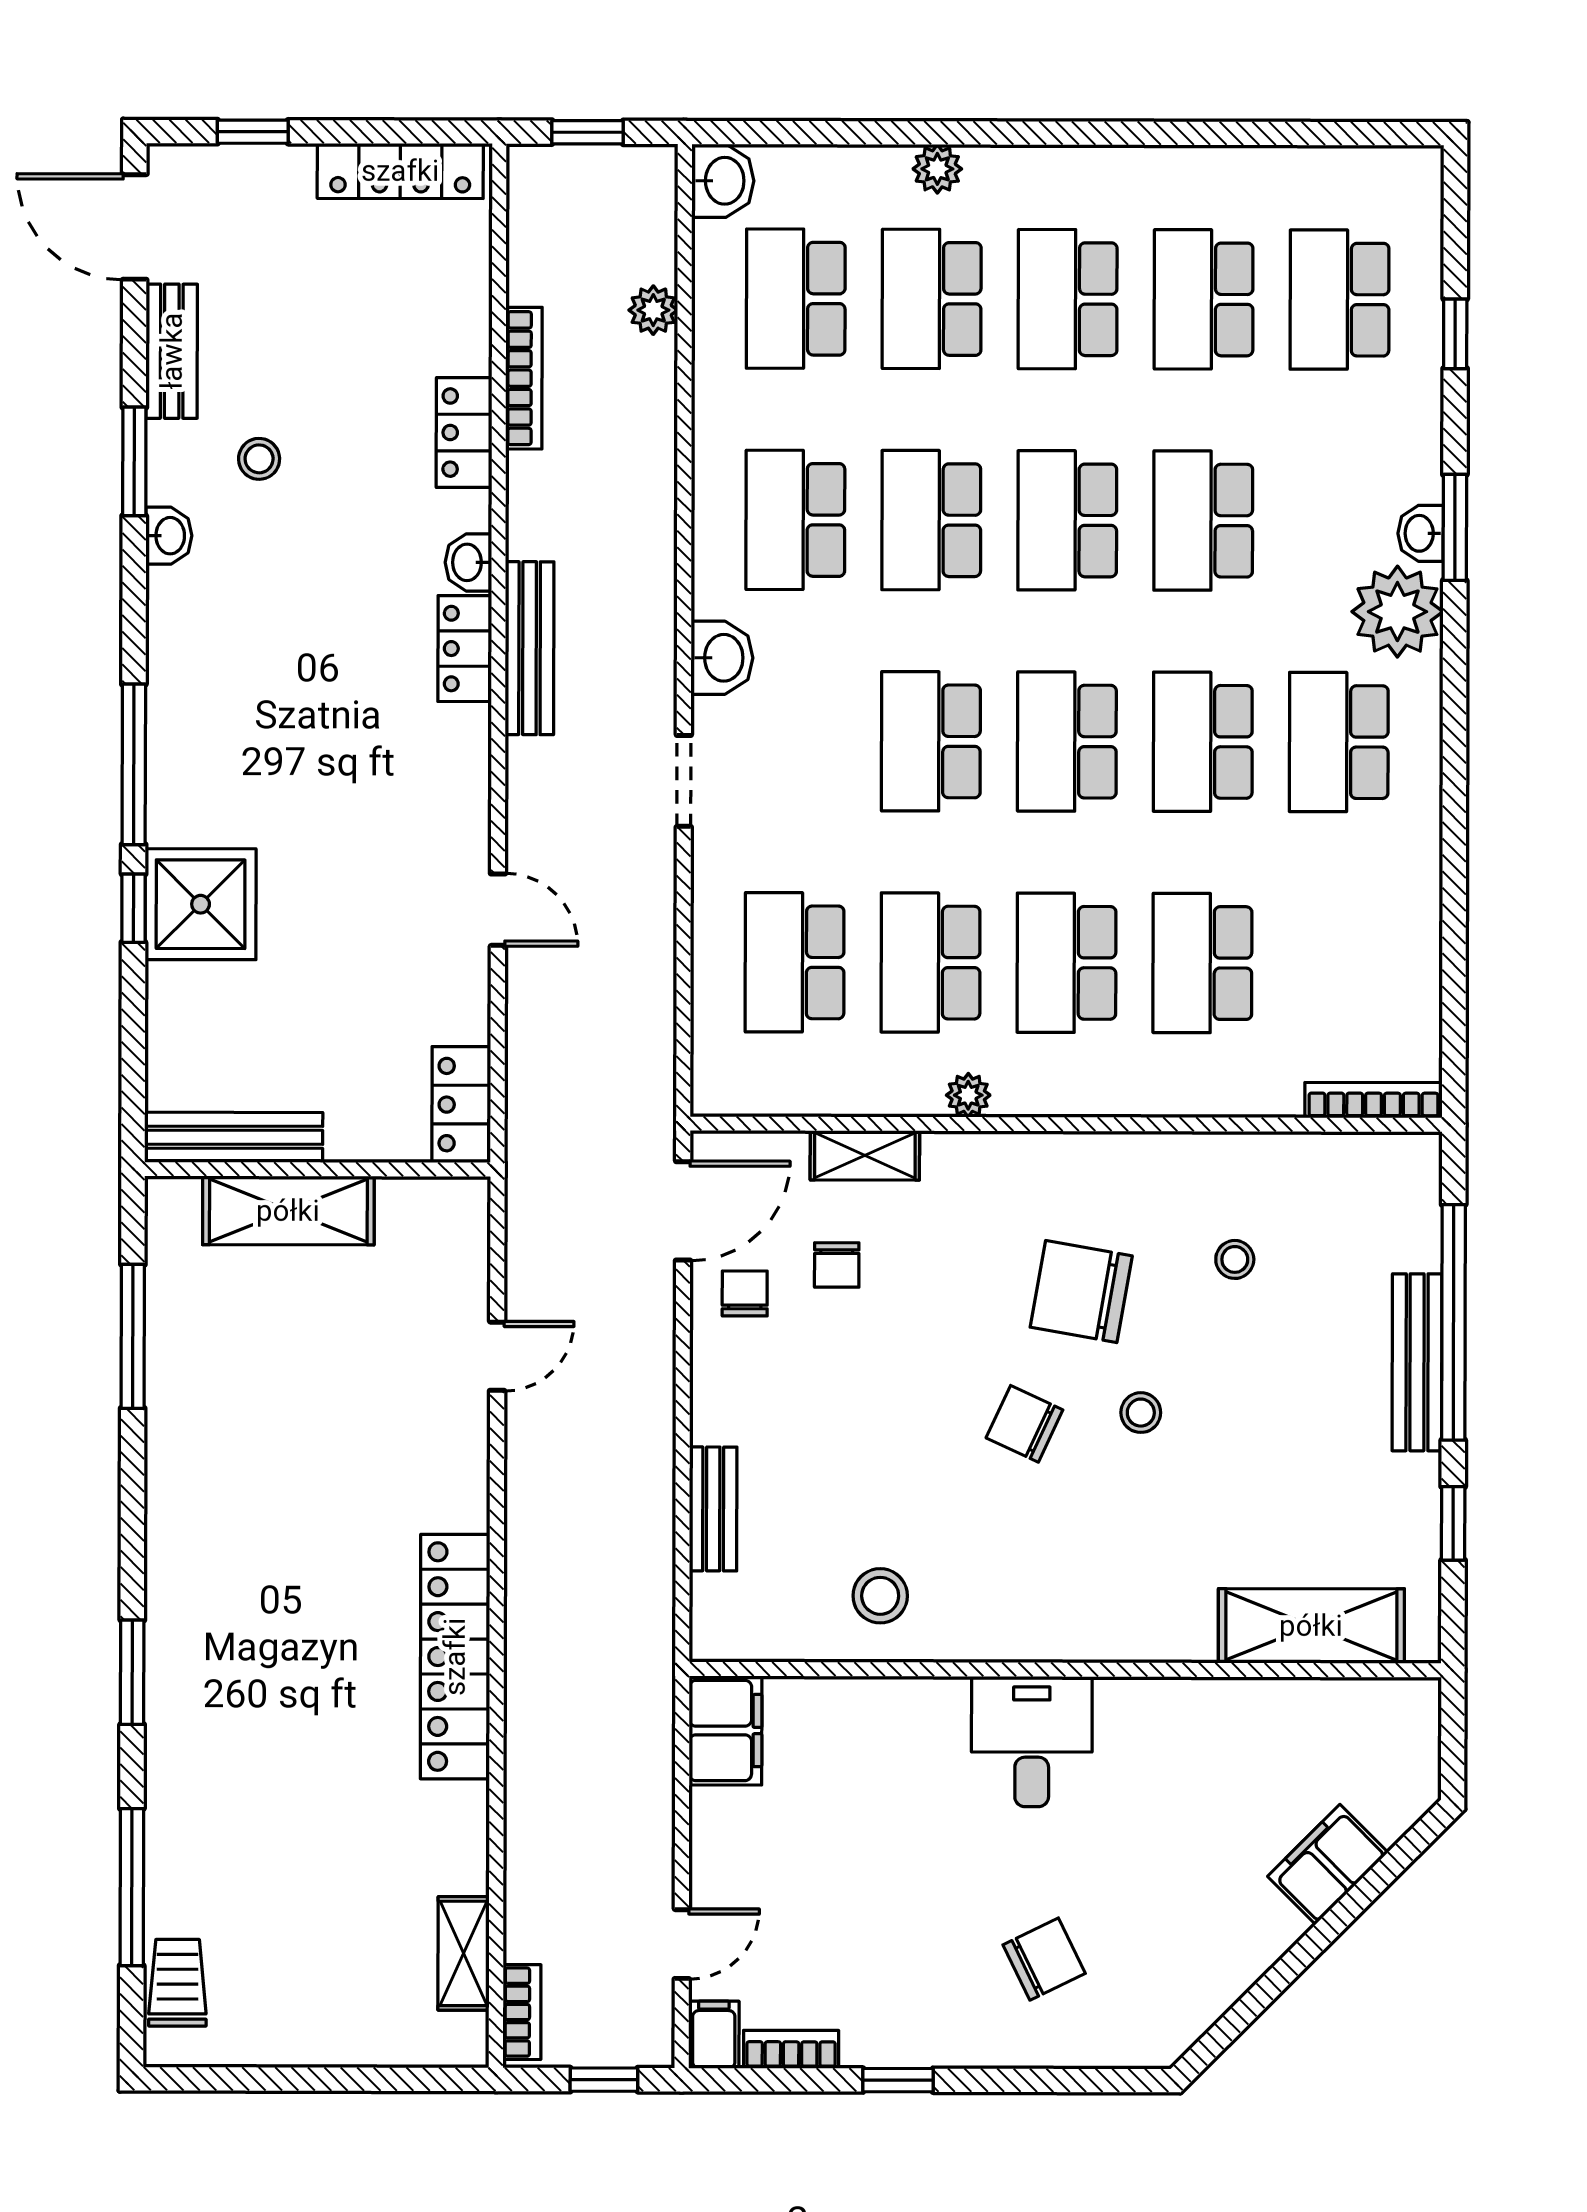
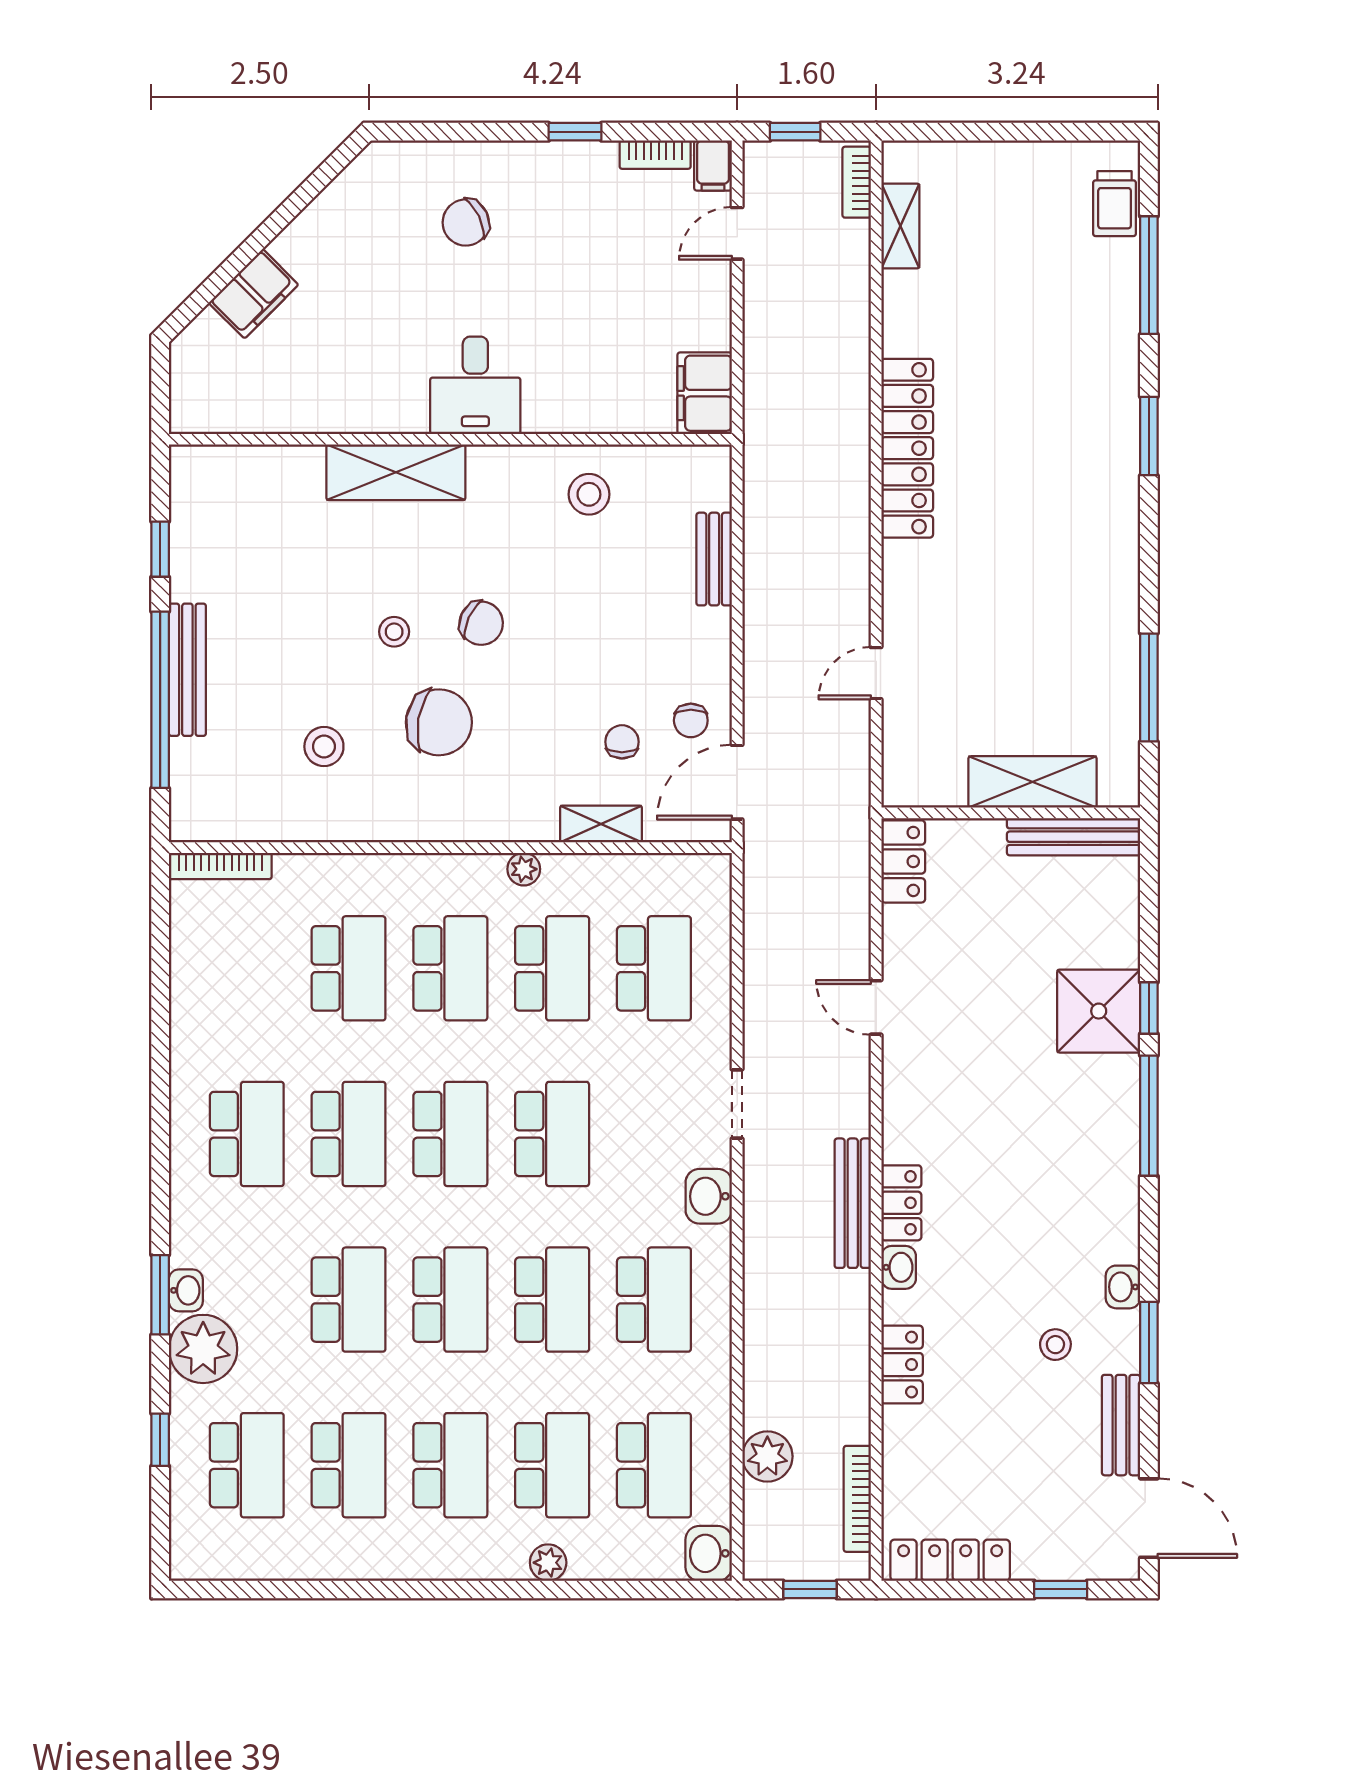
plant: (653, 310) -> (767, 1456), width x1.38, depth x1.38
bookcase: (524, 378) -> (857, 1499), moved
plant: (1397, 612) -> (203, 1349), moved
stool: (1235, 1259) -> (324, 747), width x1.37, depth x1.37
shelving: (1311, 1626) -> (396, 472), moved

